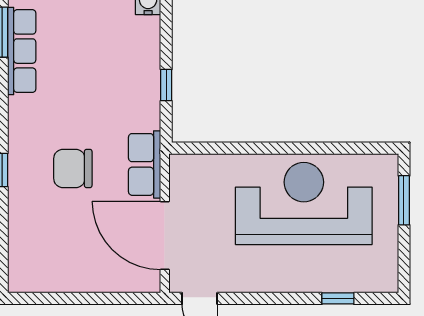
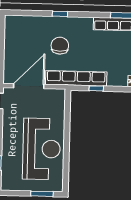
row of seats: (145, 164) -> (76, 78), width x2.02

